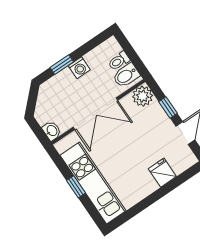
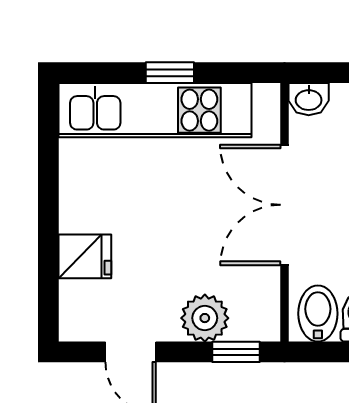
plant: (143, 96) -> (205, 318), moved
window: (168, 108) -> (236, 352), moved

